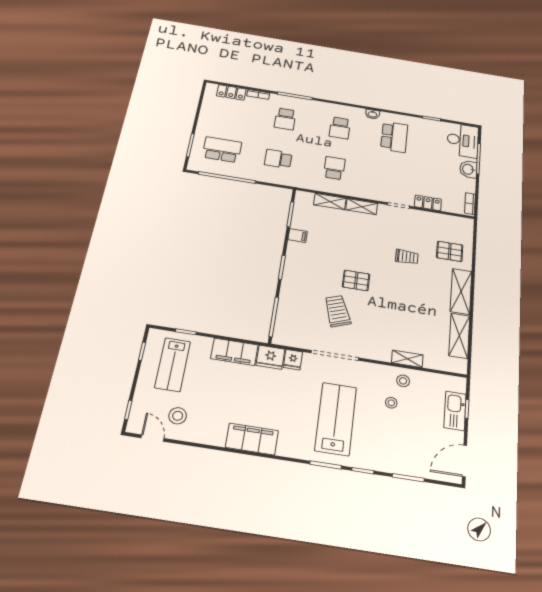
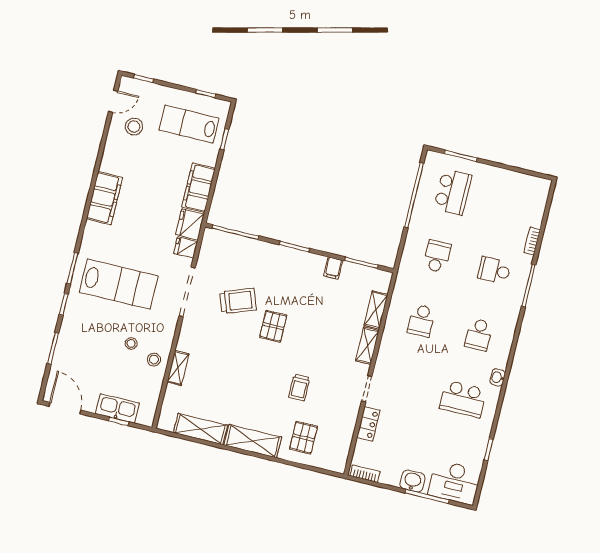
locker: (231, 92) -> (536, 209), removed
school desk: (340, 128) -> (479, 335), turned -90
school desk: (334, 168) -> (421, 321), turned 90

